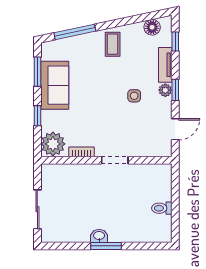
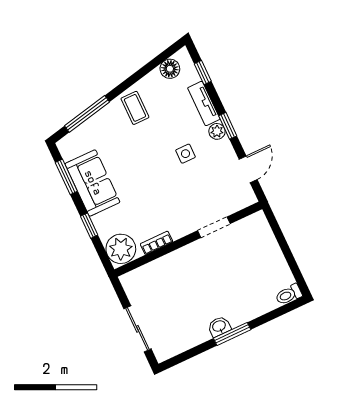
doorway: (115, 160) -> (214, 227), moved
toilet: (162, 208) -> (289, 295), moved

